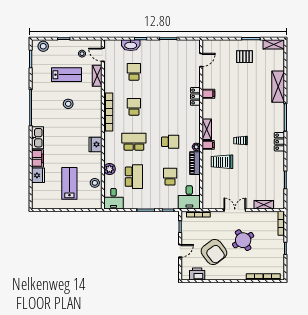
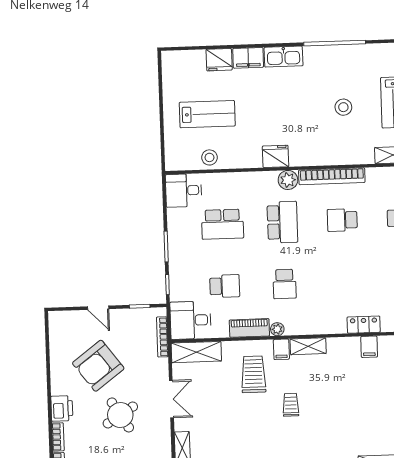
school desk: (134, 107) -> (342, 220), turned 180
plant: (110, 169) -> (288, 180), moved
shelving: (208, 195) -> (196, 352), added
printer: (197, 274) -> (62, 408), moved

